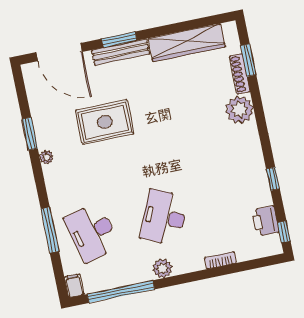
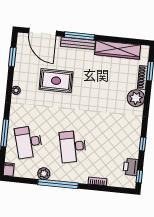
window: (119, 40) -> (79, 36), width x1.44
window: (30, 134) -> (12, 57), moved
desk: (164, 217) -> (73, 146), turned -36
plant: (162, 268) -> (44, 174), moved
window: (121, 292) -> (58, 184), moved

